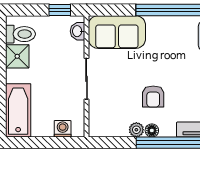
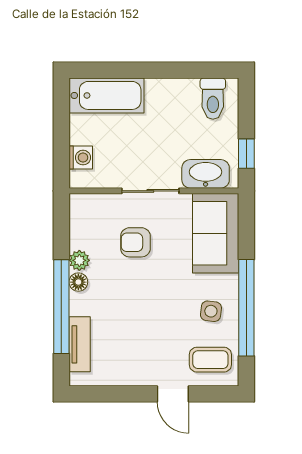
washbasin: (78, 31) -> (206, 174), width x1.91, depth x1.45
side table: (173, 35) -> (211, 311), added
shower: (17, 56) -> (182, 94), removed
armchair: (153, 97) -> (135, 242), moved

